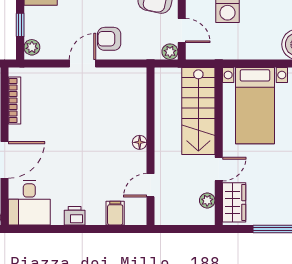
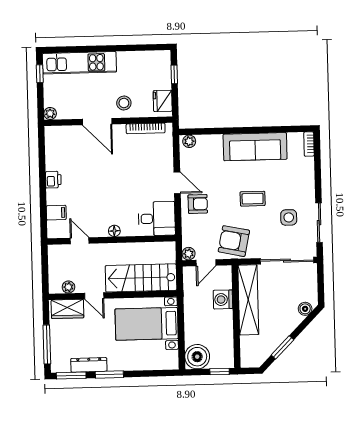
window: (20, 25) -> (207, 131), removed
armchair: (109, 39) -> (198, 204), turned 90
desk: (29, 203) -> (157, 219), moved, turned 180

